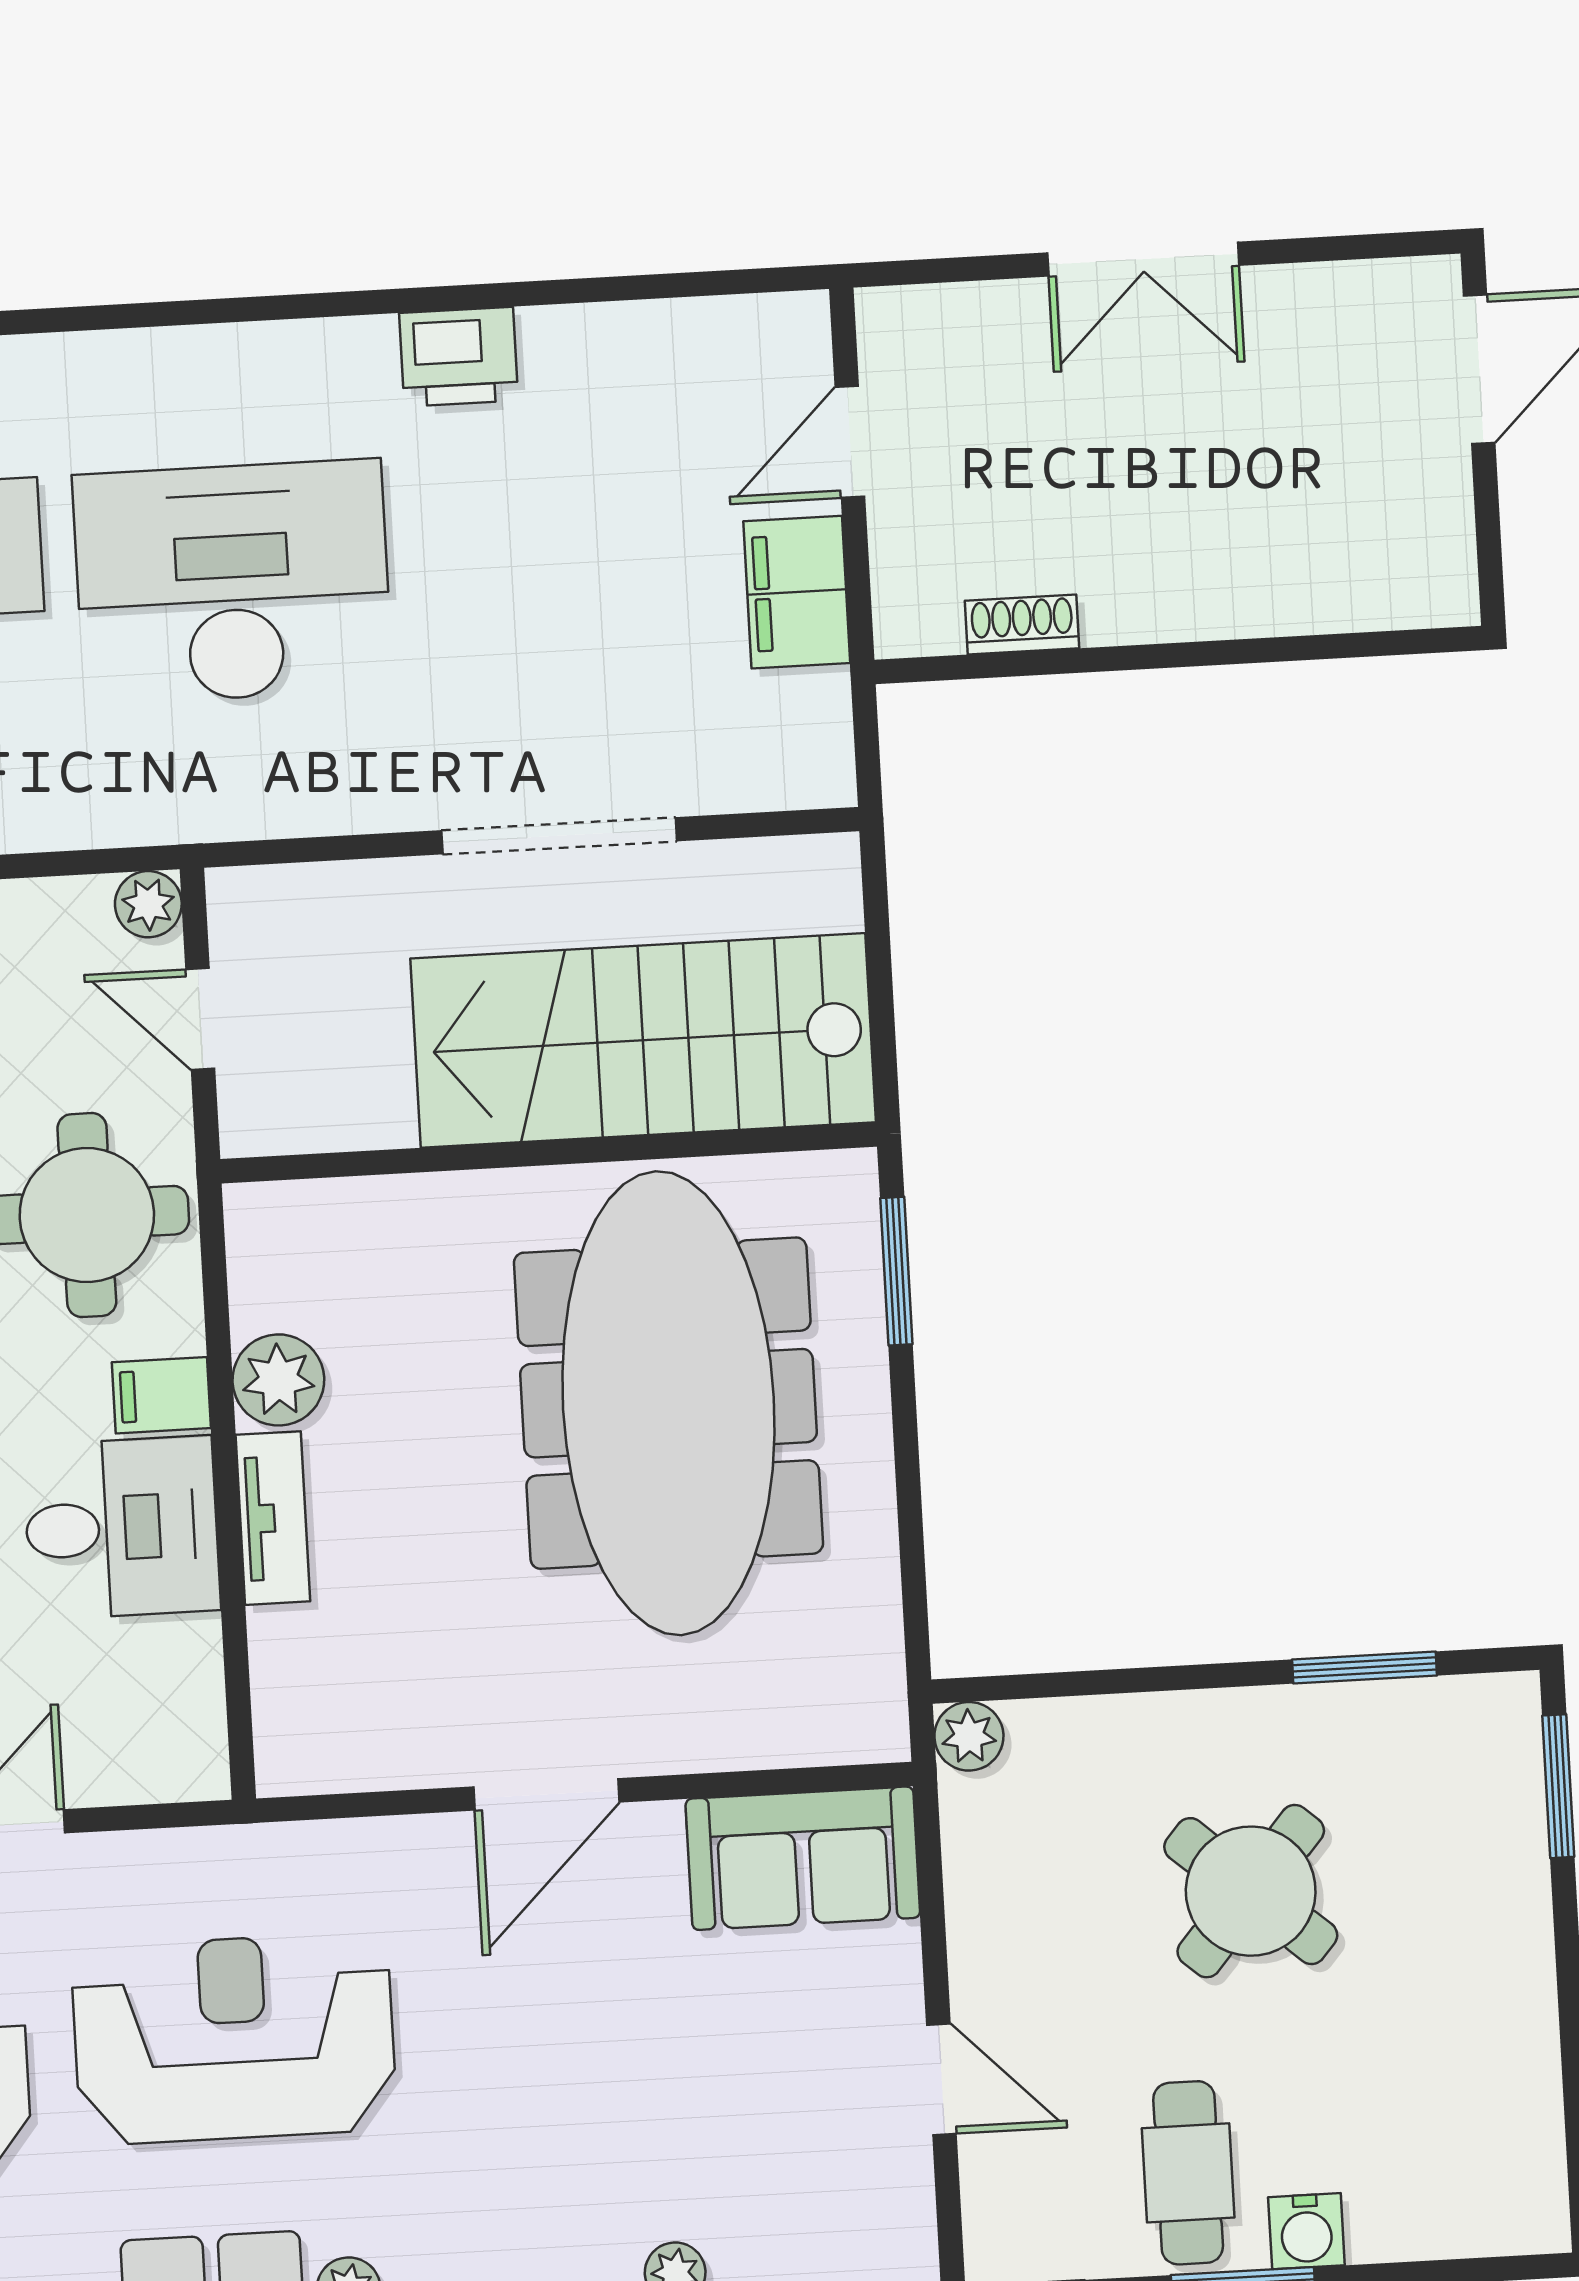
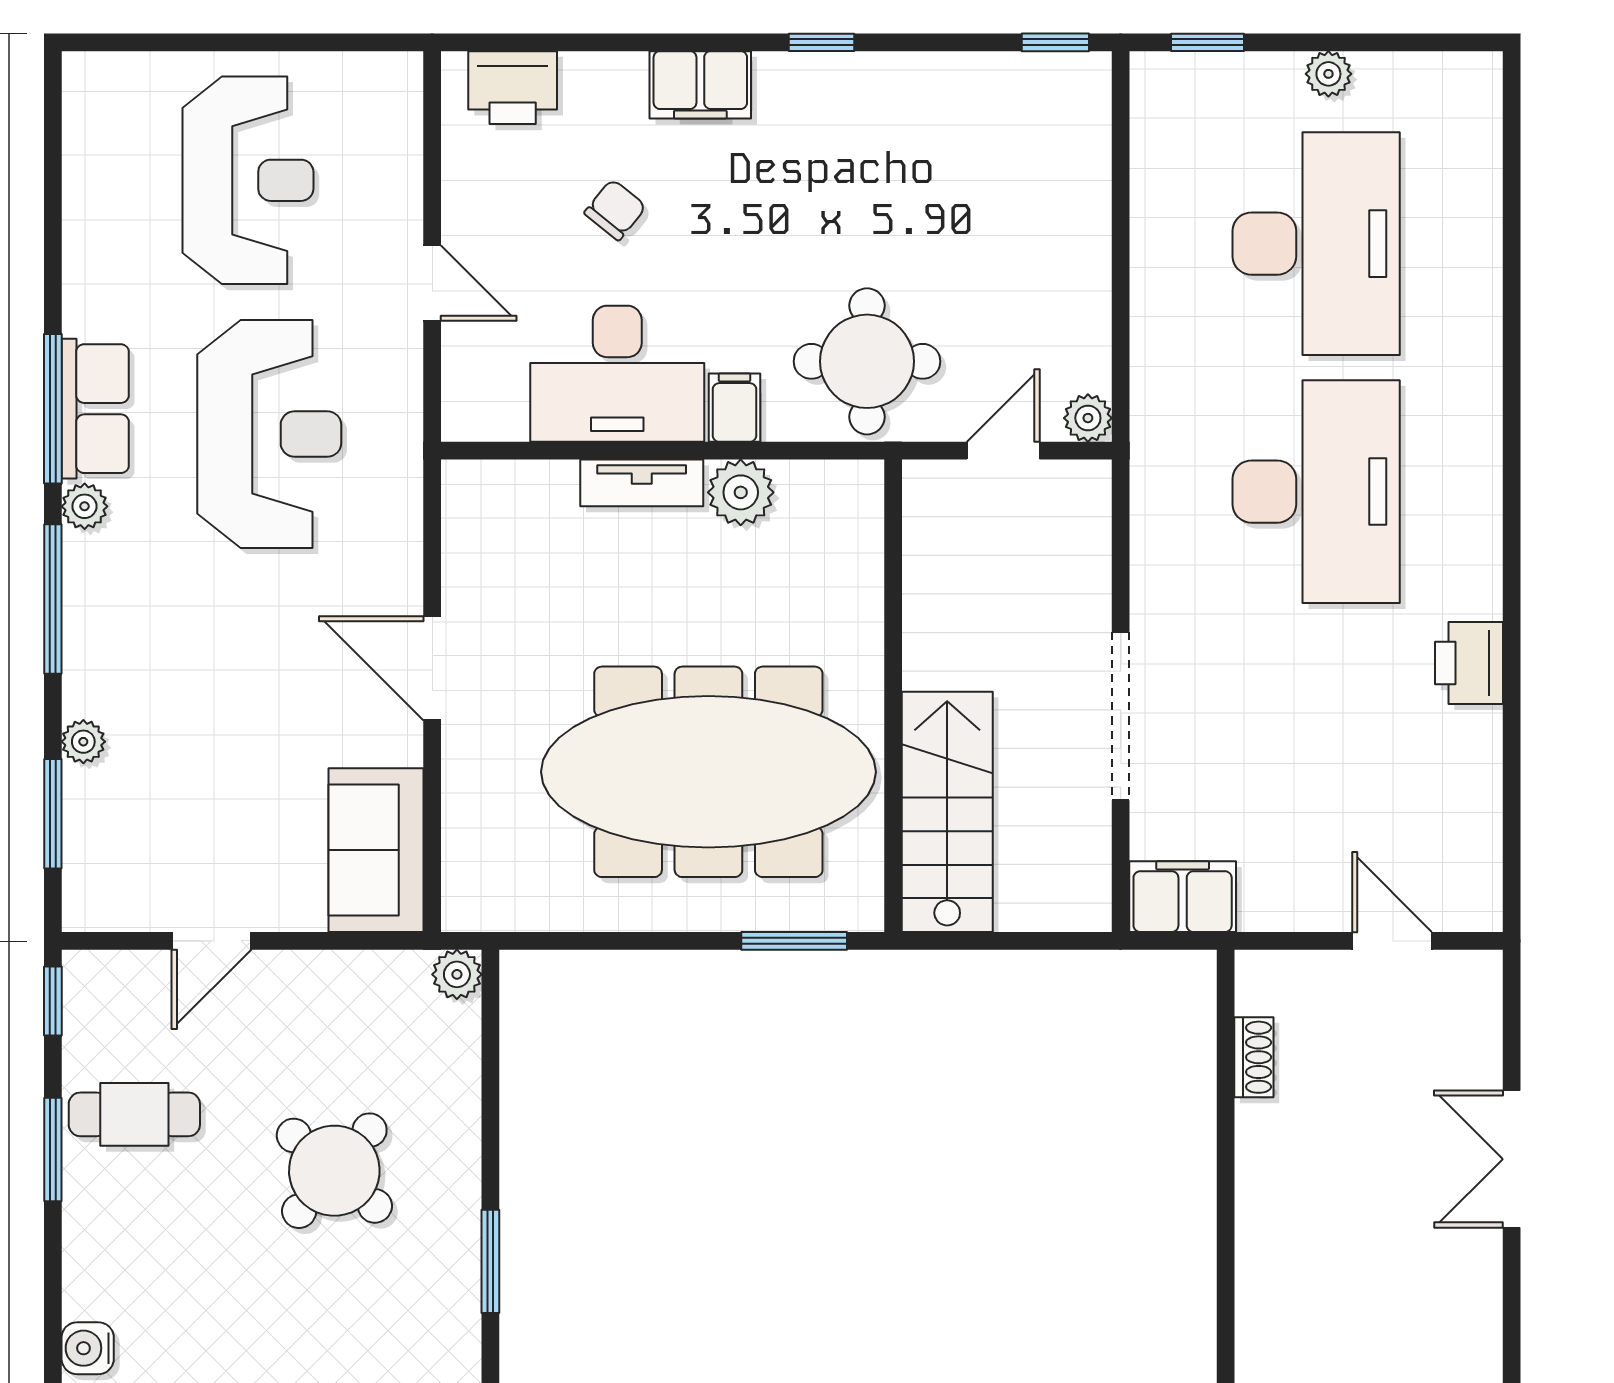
filing cabinet: (797, 592) -> (1183, 897), moved
stairs: (643, 1040) -> (947, 812), width x0.73, depth x0.66
desk: (122, 1528) -> (617, 374), width x1.37
water cooler: (1306, 2231) -> (88, 1348), moved

